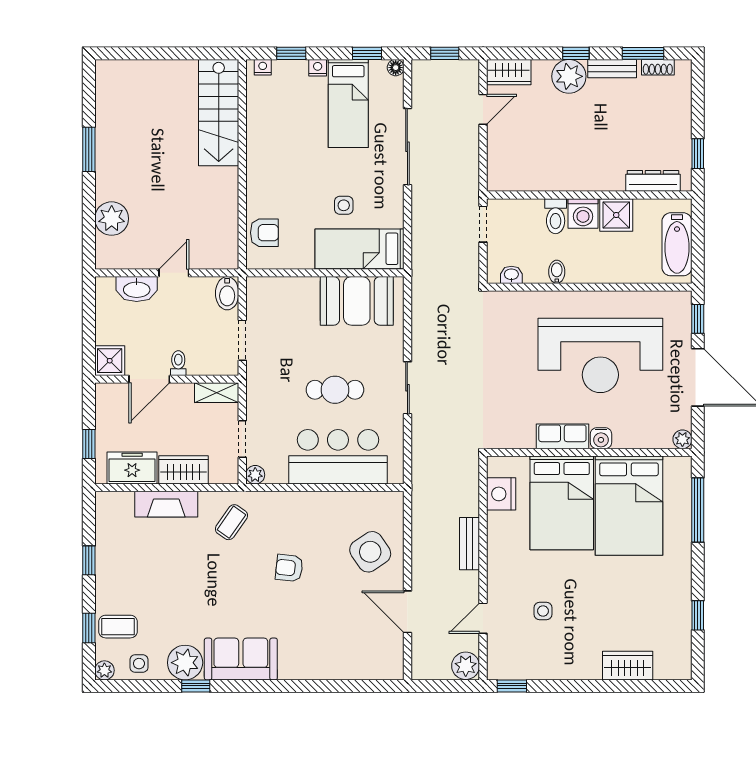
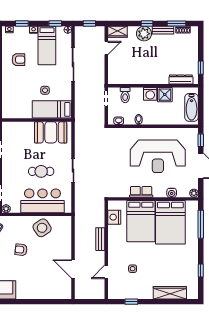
toilet: (556, 216) -> (125, 95), moved
armchair: (264, 233) -> (18, 60), moved
water cooler: (601, 438) -> (172, 193), moved
side table: (370, 552) -> (42, 228), moved
plant: (466, 666) -> (99, 293), removed
wardrobe: (628, 666) -> (170, 293), width x1.50
window: (512, 686) -> (131, 302), moved

